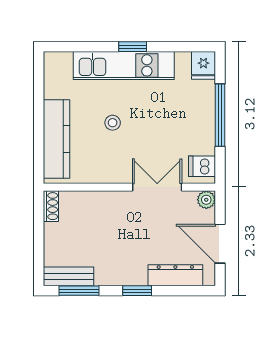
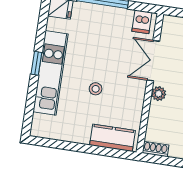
kitchen counter: (57, 139) -> (112, 138), width x0.67
plant: (206, 200) -> (159, 94), moved

